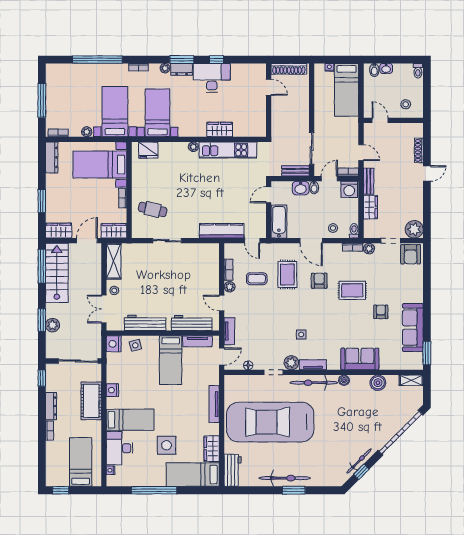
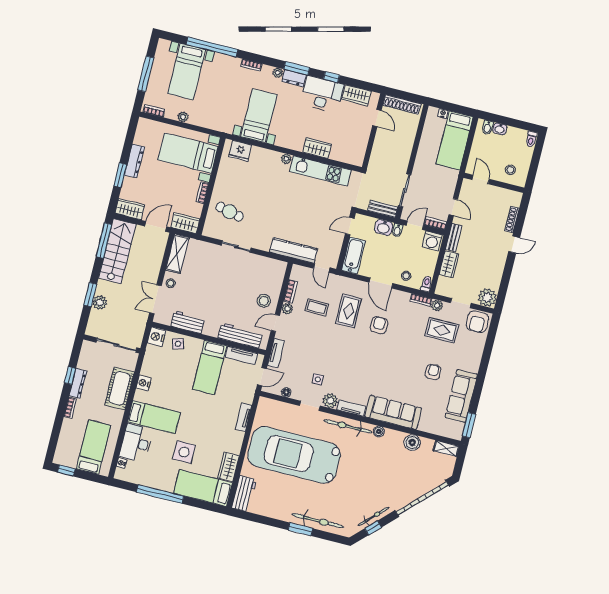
wardrobe: (244, 71) -> (356, 95), added
bed with nightstands: (115, 112) -> (187, 72), moved, turned 180
dresser: (52, 157) -> (134, 161), moved
stool: (206, 285) -> (264, 301), added
rug: (352, 290) -> (442, 330), moved
door: (222, 303) -> (275, 323), hinge flipped
workbench: (145, 323) -> (188, 322), width x0.73
side table: (301, 335) -> (318, 379), moved
sofa: (360, 359) -> (393, 412), width x1.36
window: (42, 378) -> (70, 376), moved
tv unit: (214, 404) -> (244, 417), width x0.71
bicycle: (285, 478) -> (318, 521), moved

